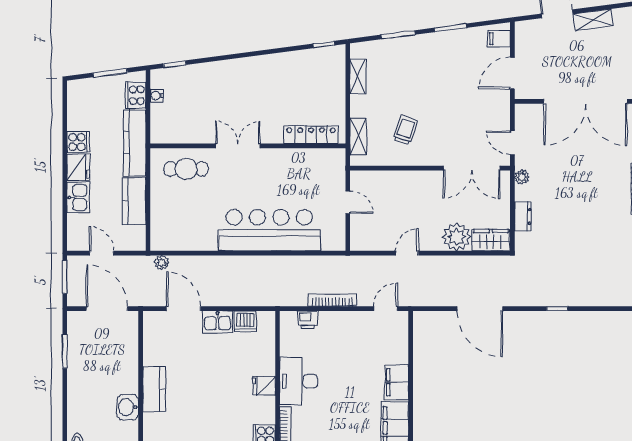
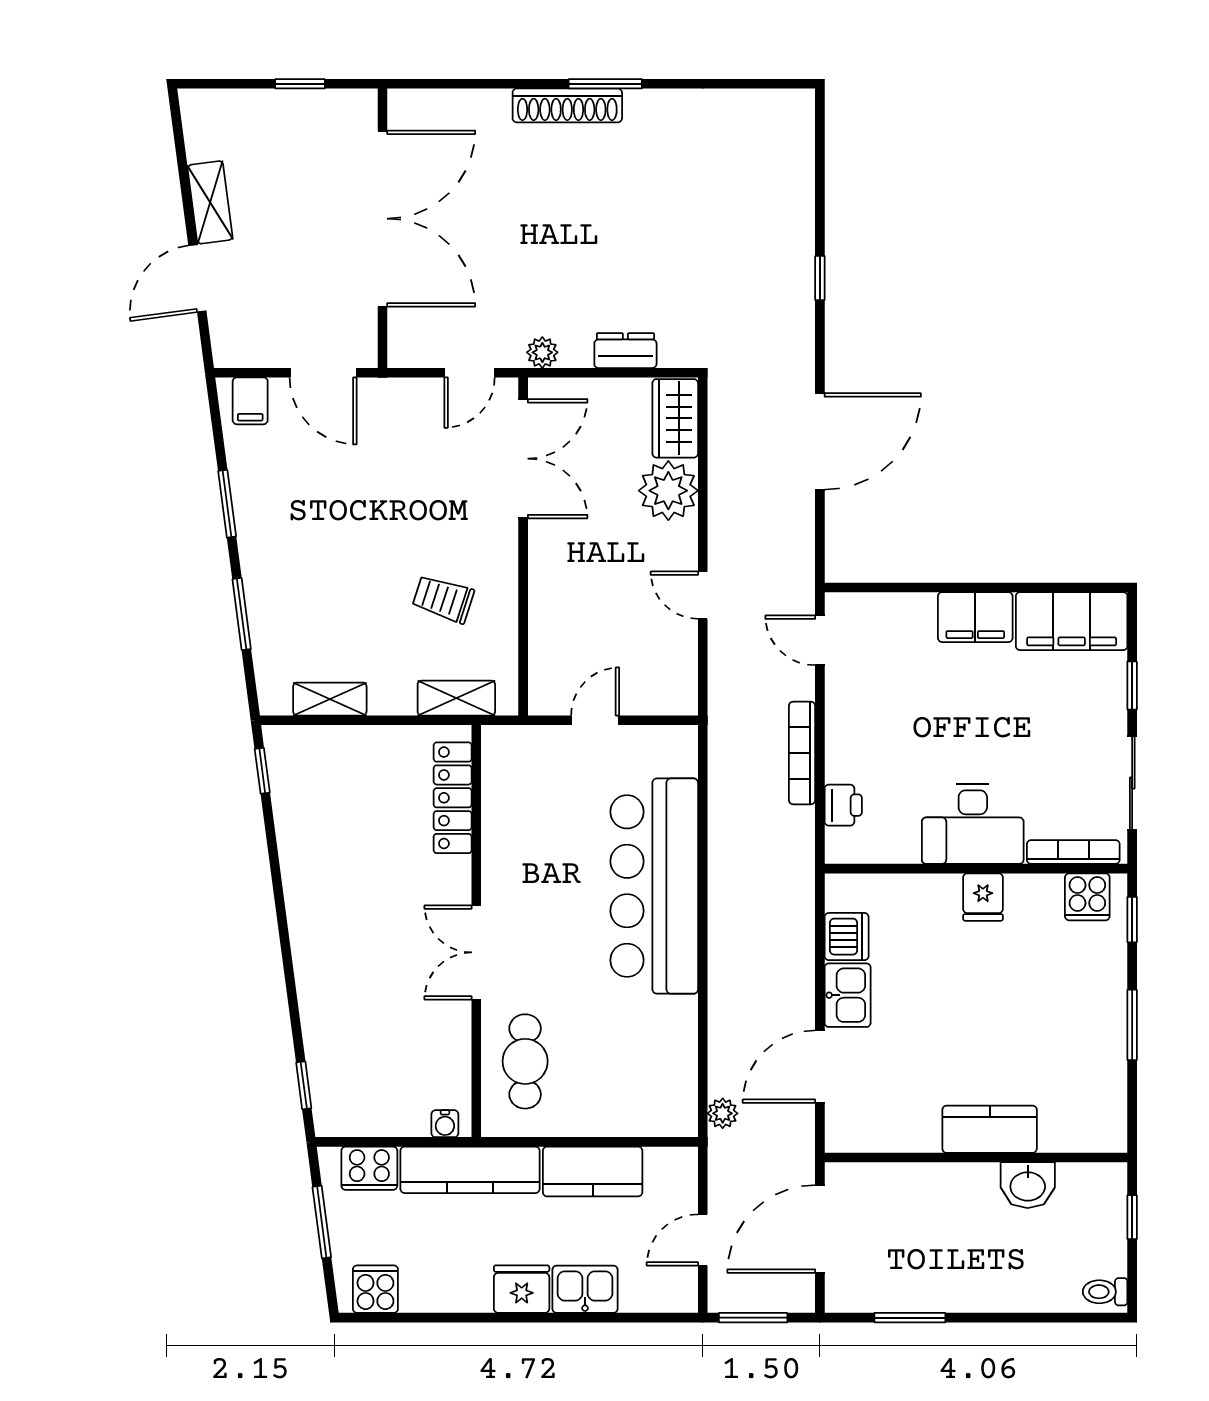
water cooler: (157, 96) -> (445, 1124), moved
cooker: (78, 142) -> (375, 1289), moved

